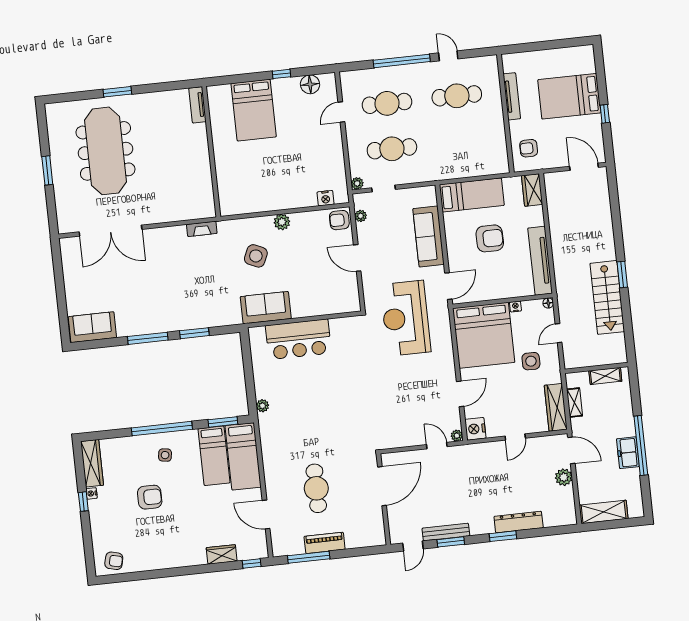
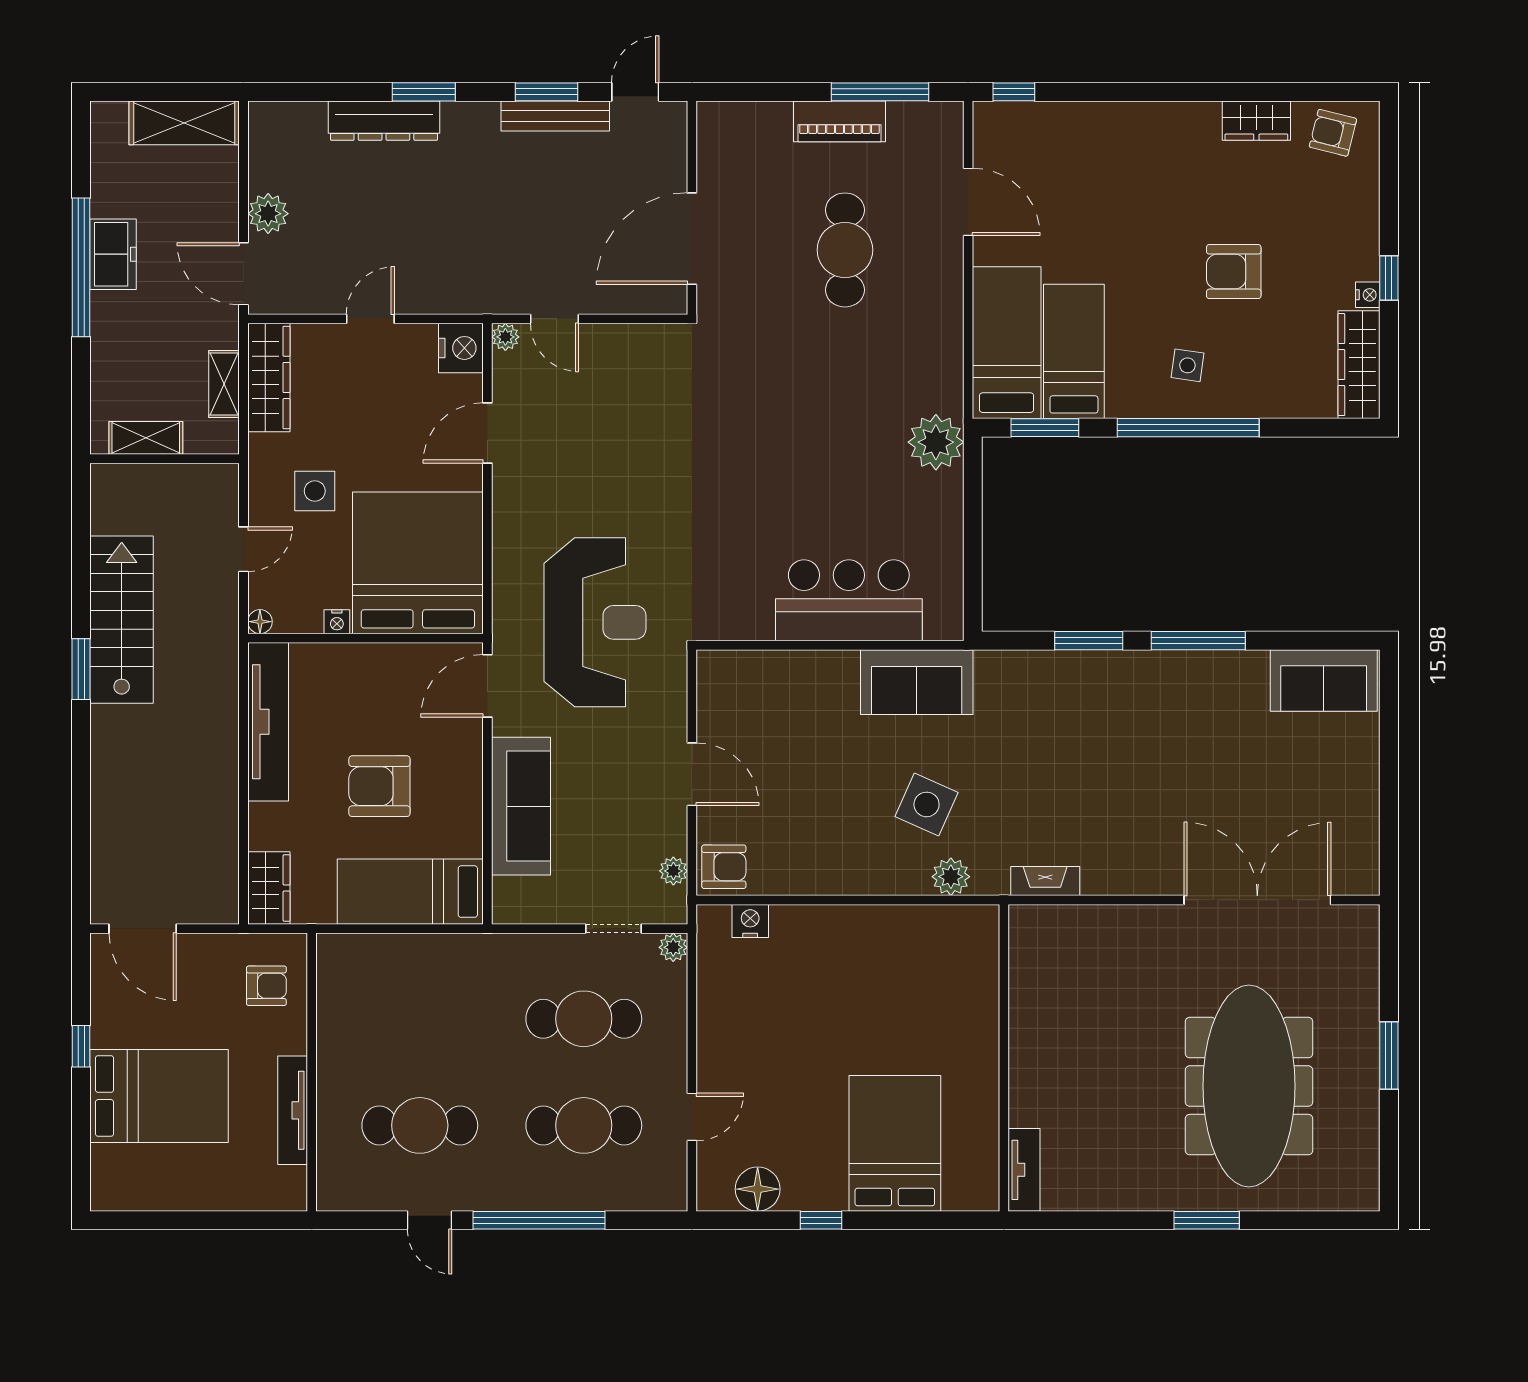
plant: (282, 222) -> (951, 877), moved
plant: (263, 406) -> (936, 442), width x1.88, depth x1.88
wardrobe: (222, 554) -> (1256, 121), moved

